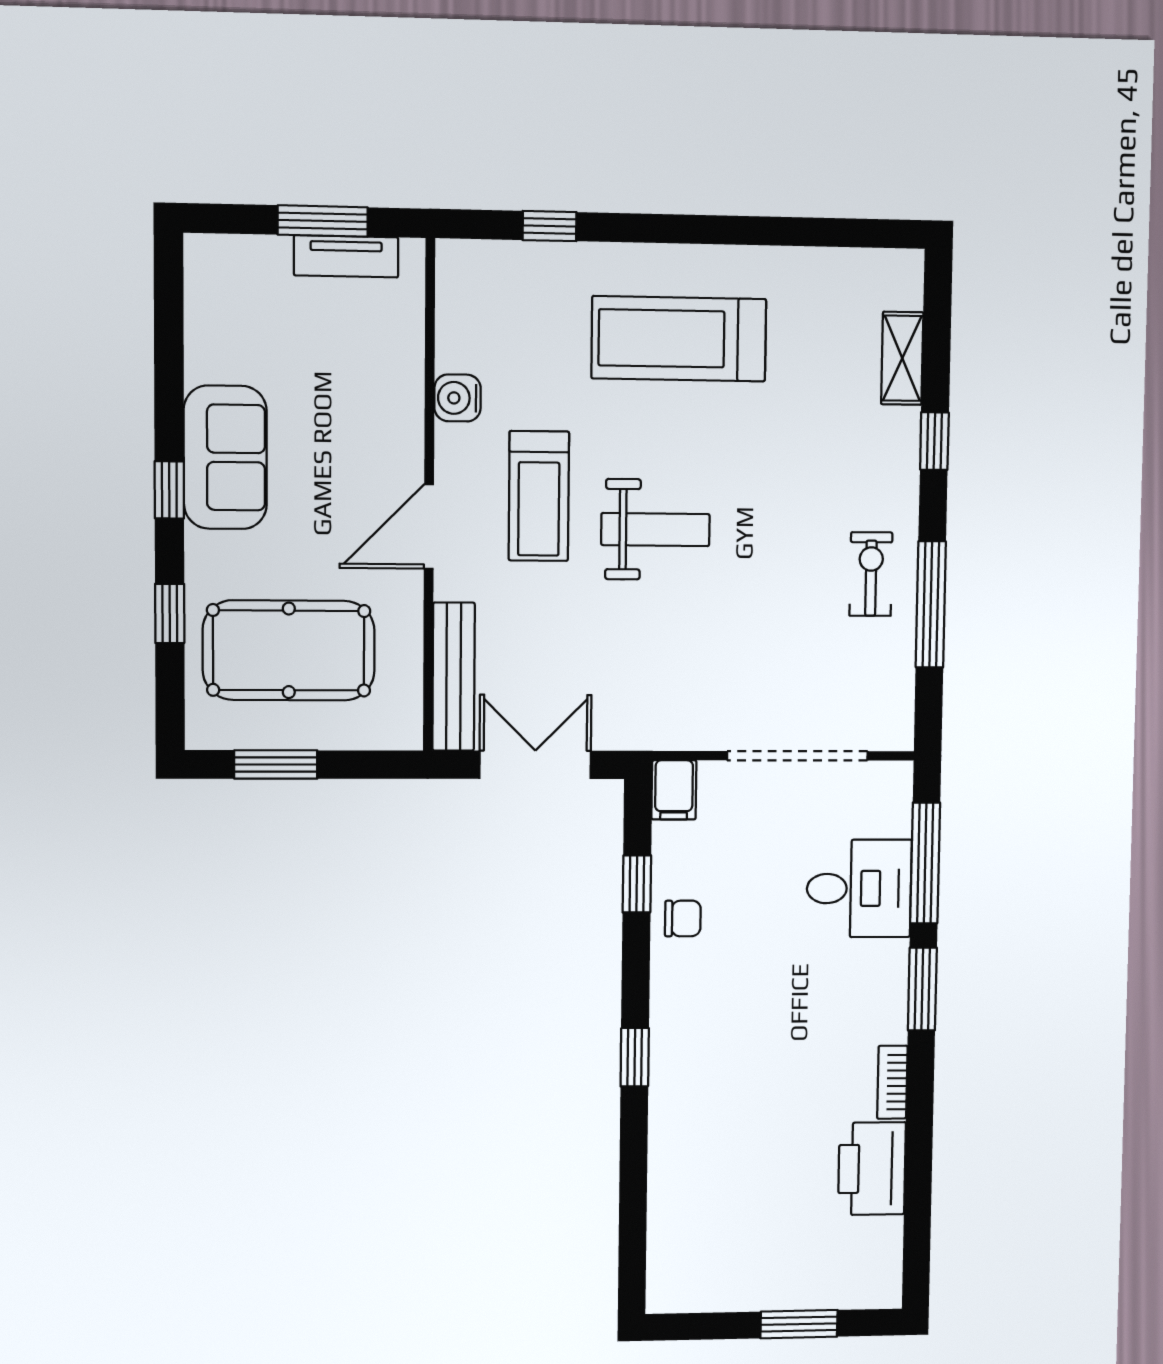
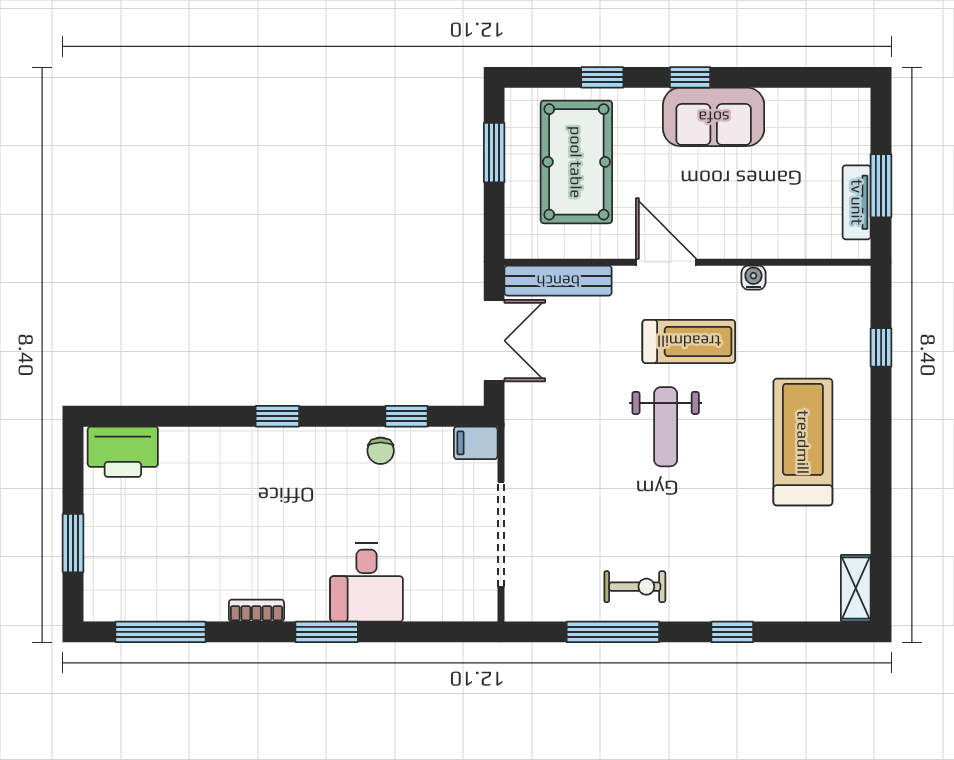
shelving: (902, 358) -> (856, 588), moved, turned 90
water cooler: (458, 398) -> (753, 278), width x0.72, depth x0.72
treadmill: (539, 496) -> (689, 341), turned 180
window: (925, 863) -> (161, 632), moved
desk: (859, 888) -> (367, 582), moved
printer: (872, 1169) -> (123, 452), moved, turned 180

